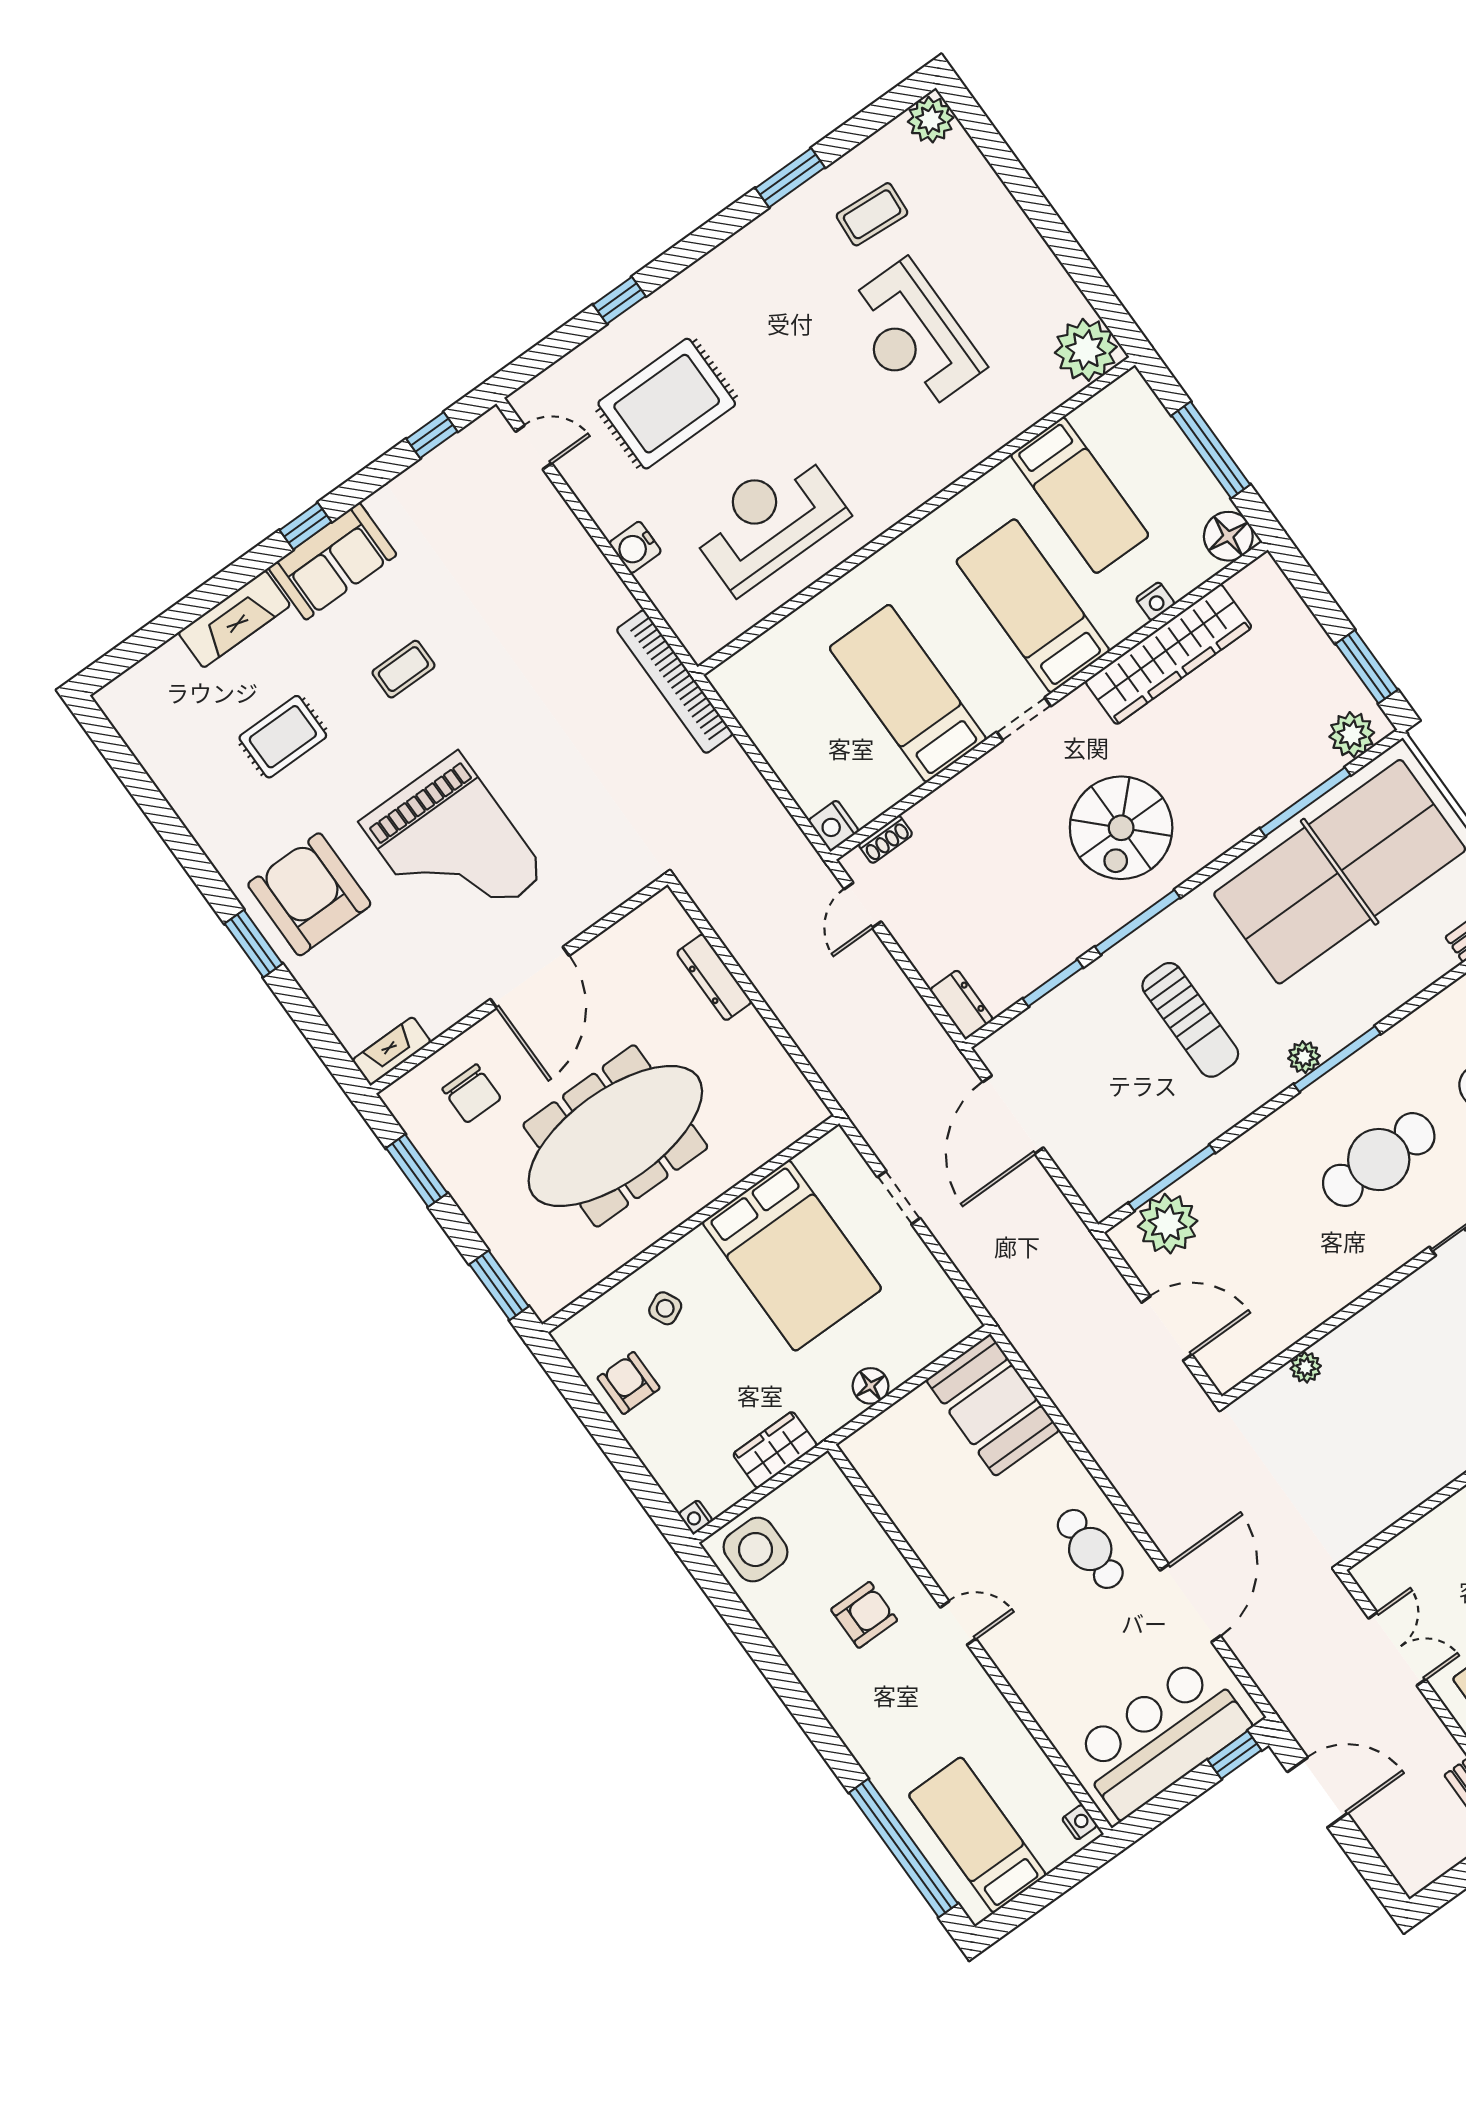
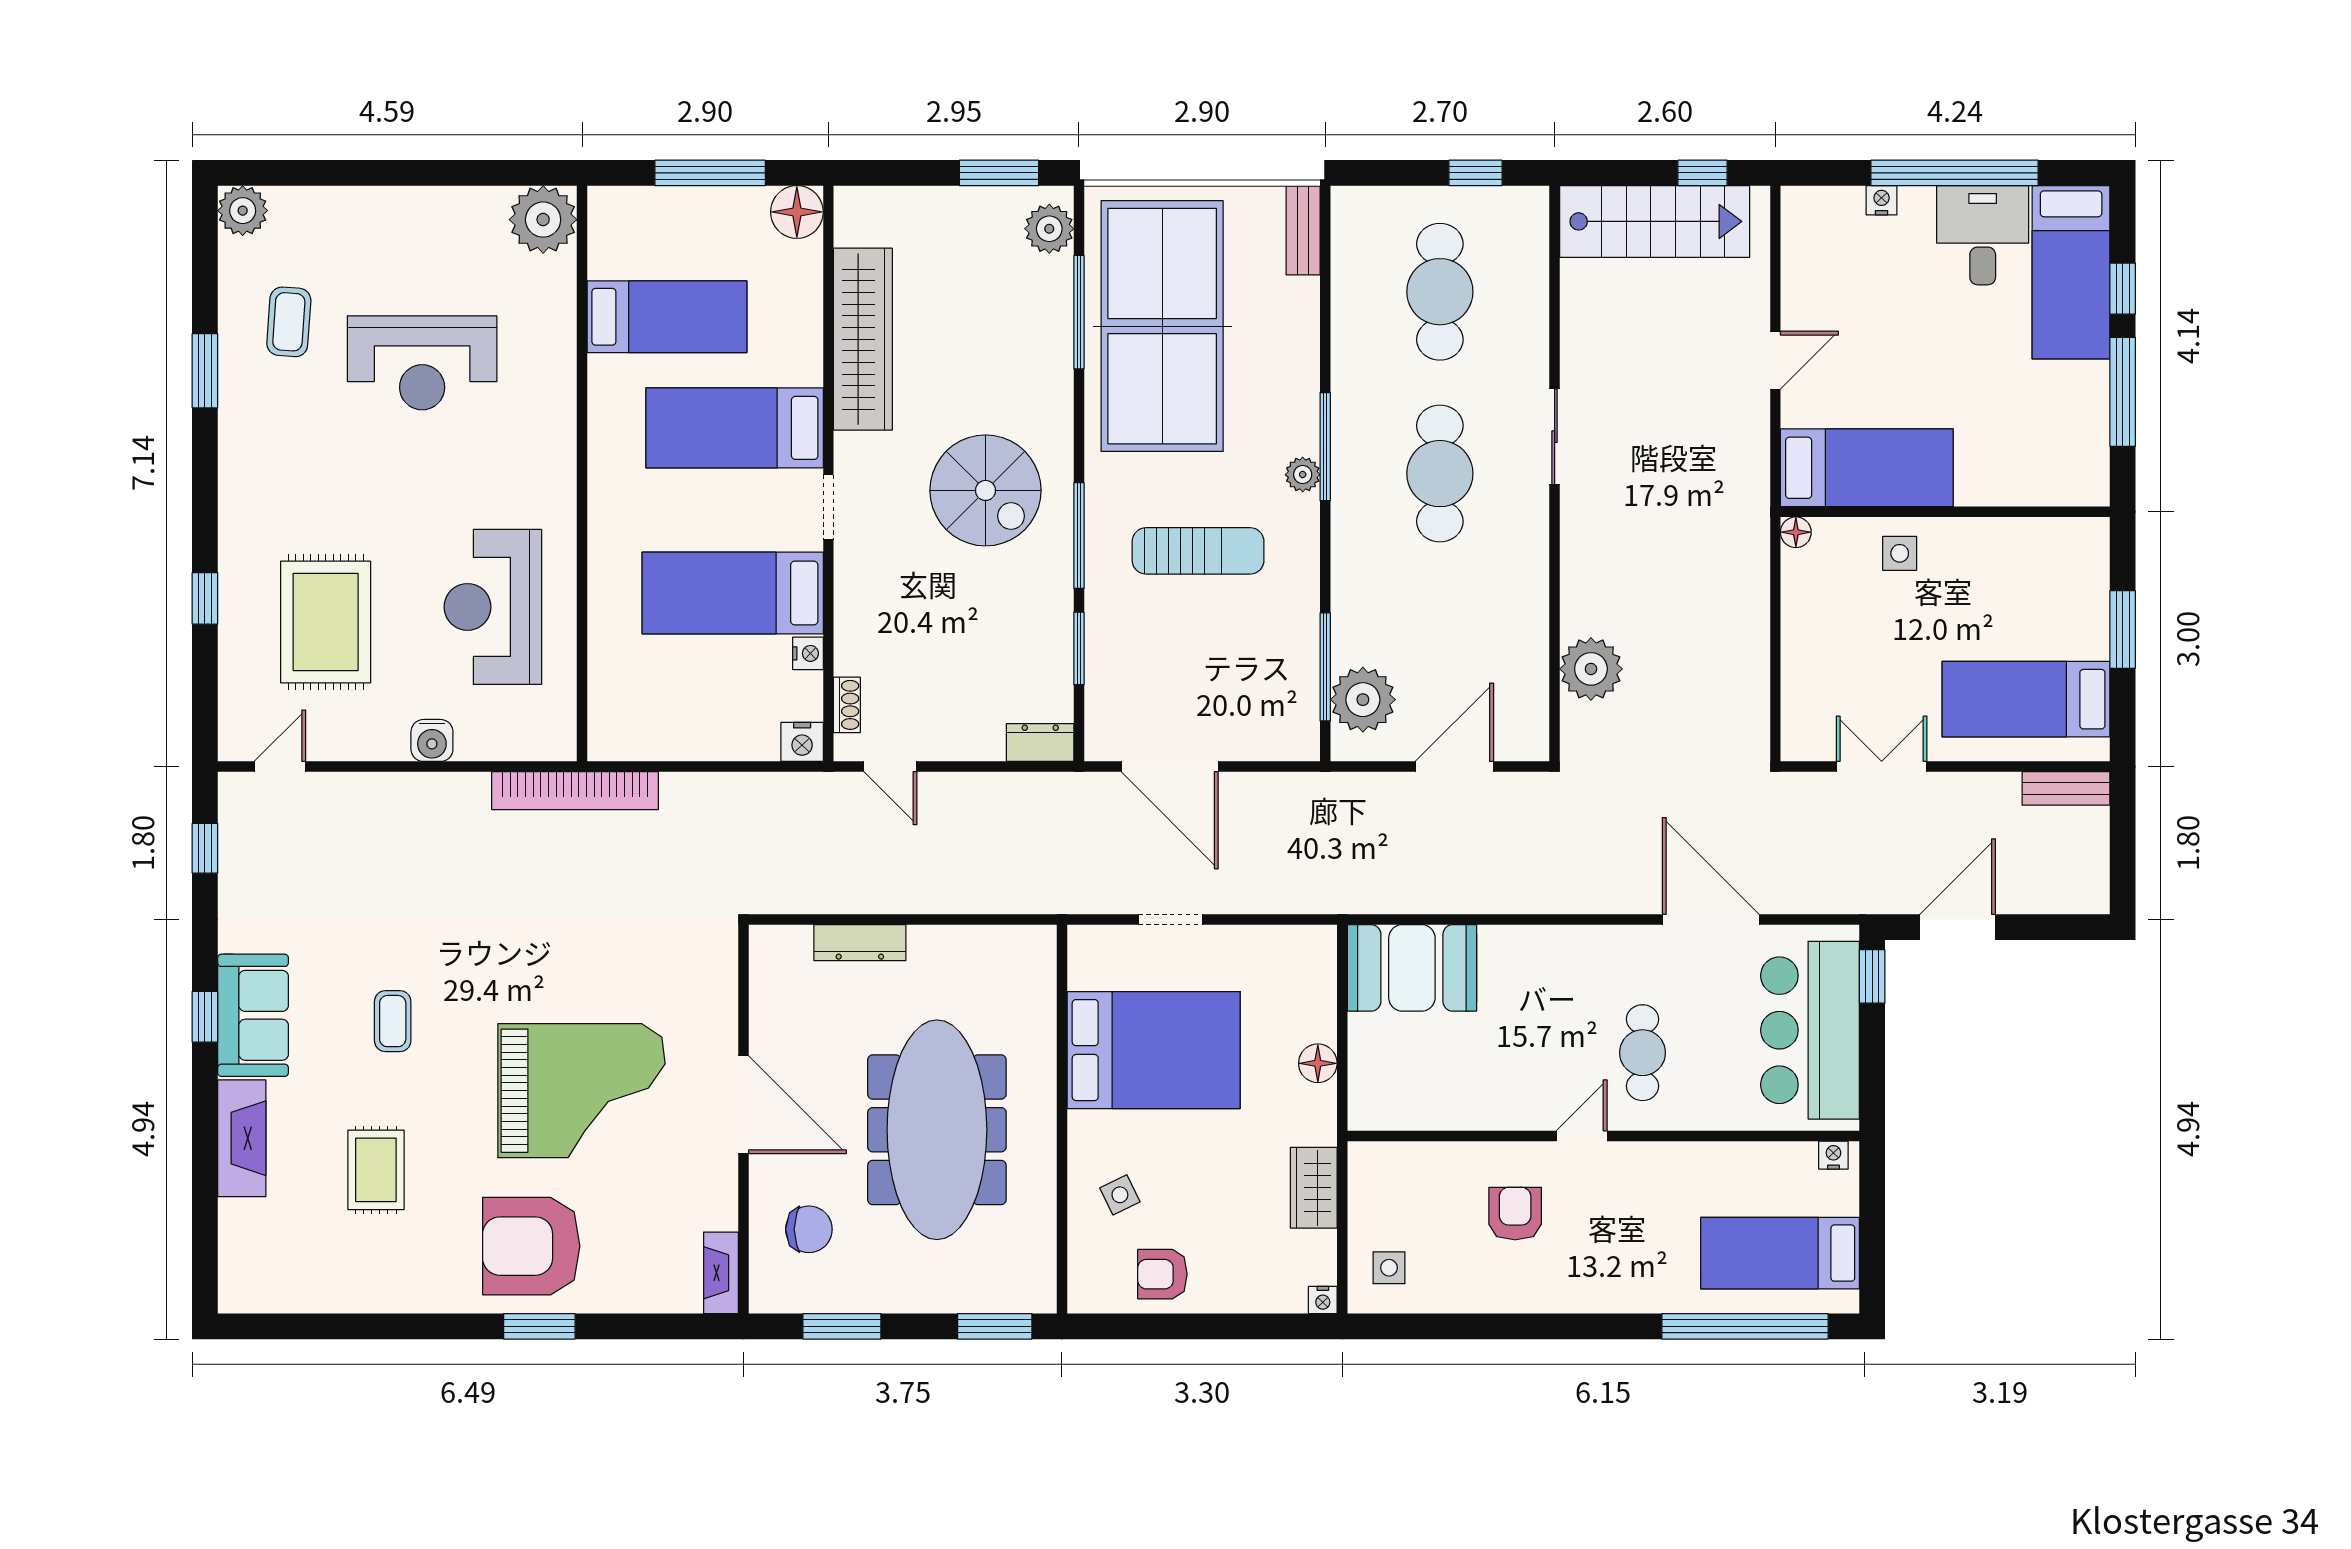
nightstand: (1155, 601) -> (808, 653), moved
plant: (1306, 1367) -> (1591, 669), width x1.87, depth x1.87
cafe table: (1090, 1549) -> (1642, 1053), moved, turned 90
side table: (755, 1550) -> (1389, 1268), width x0.54, depth x0.54

